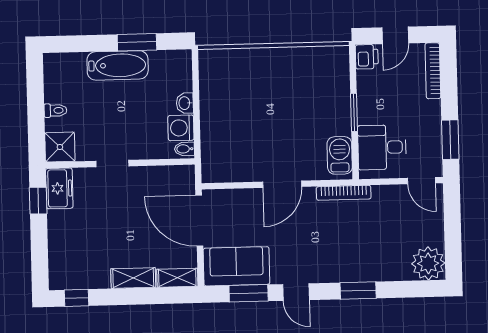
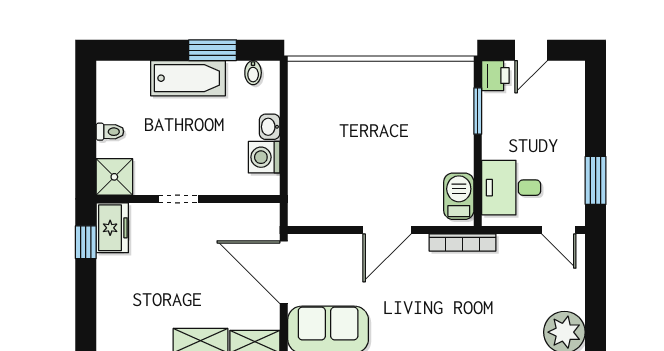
bookcase: (433, 71) -> (576, 95), removed
window: (354, 112) -> (478, 111), moved
bidet: (184, 149) -> (253, 73), moved, turned -90

